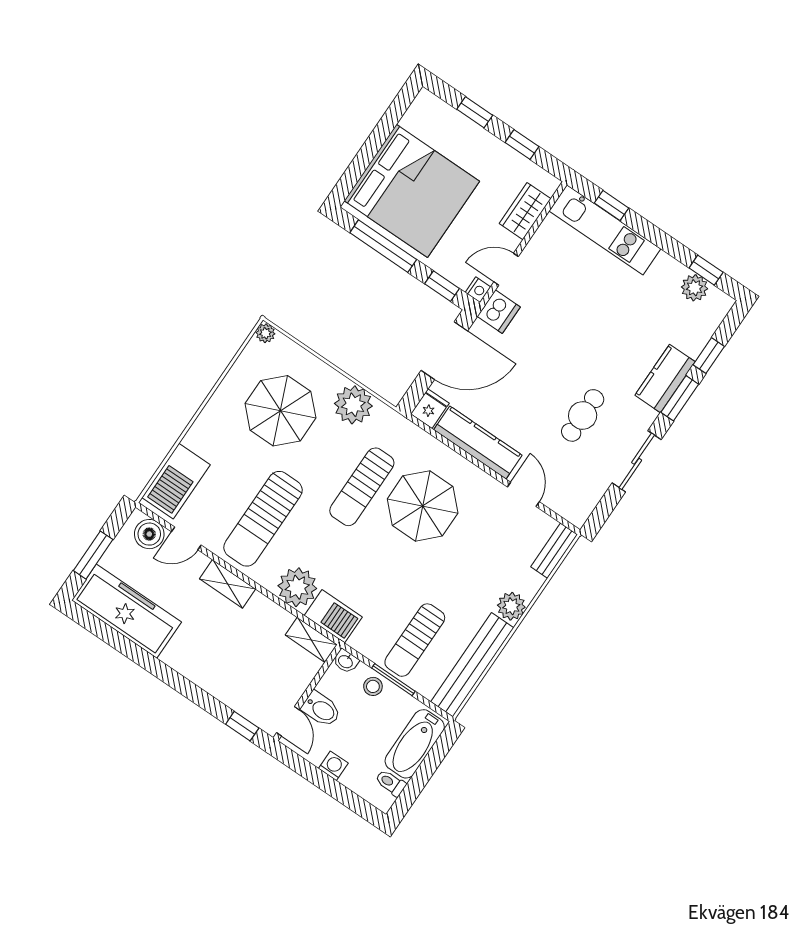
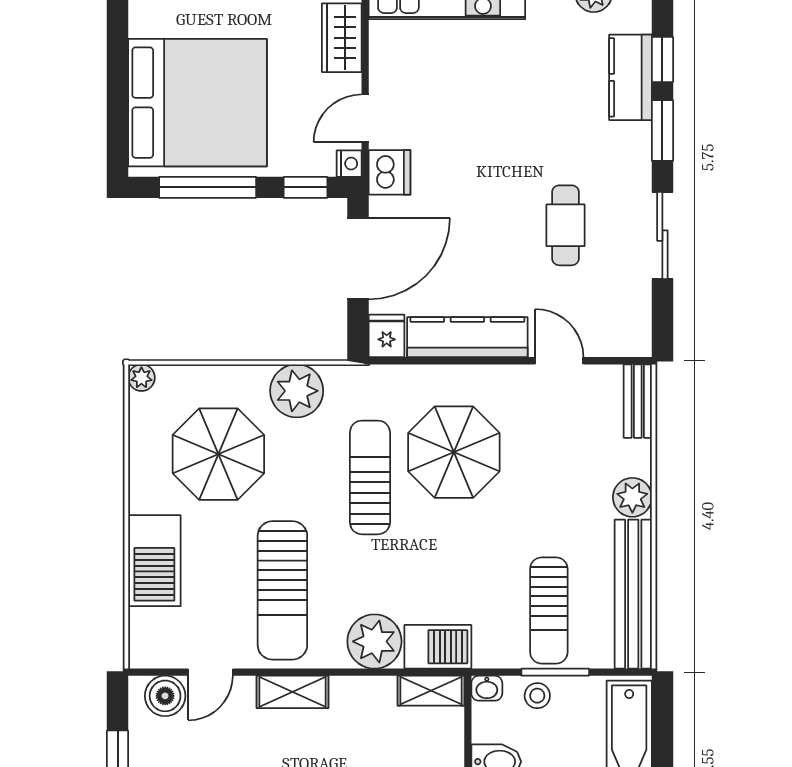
kitchen counter: (665, 378) -> (630, 77), moved
barbecue: (176, 481) -> (154, 561), moved
sun lounger: (362, 487) -> (370, 477), turned 180

